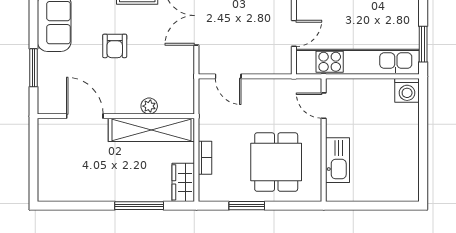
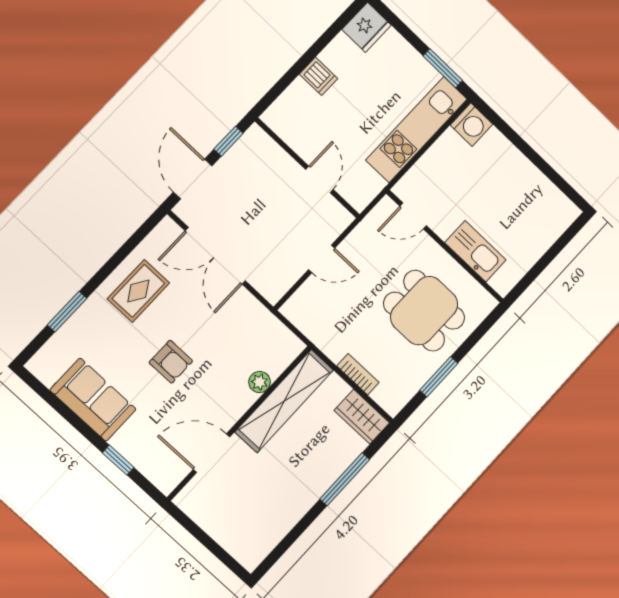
kitchen unit: (358, 62) -> (416, 130), width x0.73
window: (33, 68) -> (118, 460), width x0.67
door: (228, 76) -> (322, 259), moved

